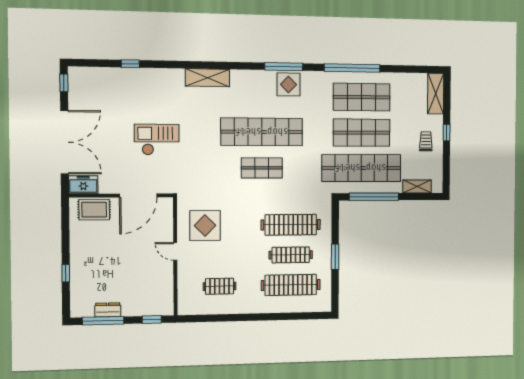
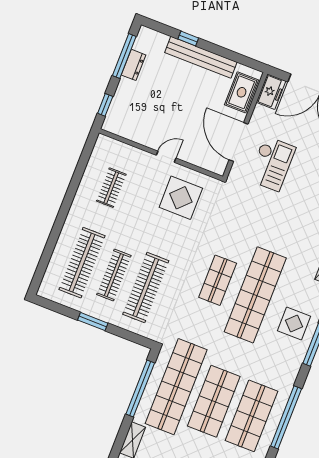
display table: (288, 84) -> (294, 323), moved
checkout: (157, 140) -> (272, 164), moved
bench: (78, 256) -> (201, 57), added

